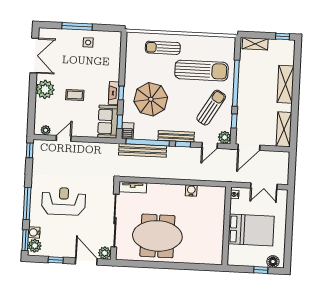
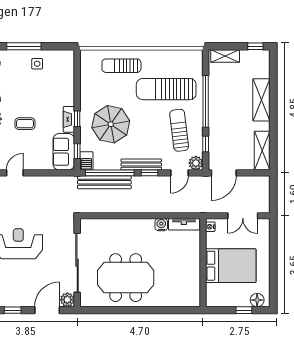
sun lounger: (202, 71) -> (166, 89), turned 180
sun lounger: (211, 108) -> (179, 130), turned -38
tv unit: (133, 187) -> (184, 224), moved
door: (86, 261) -> (47, 310), hinge flipped

